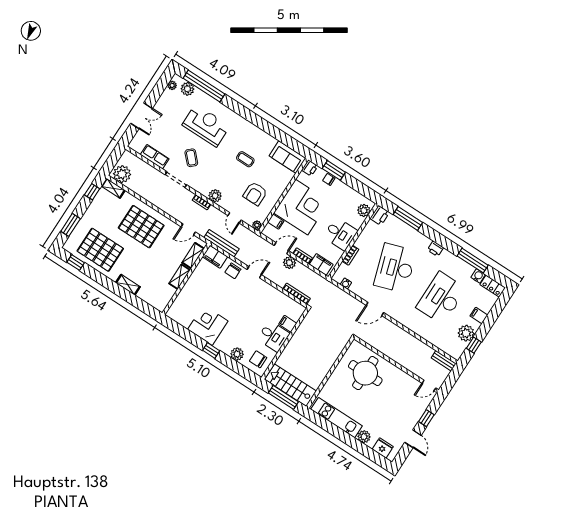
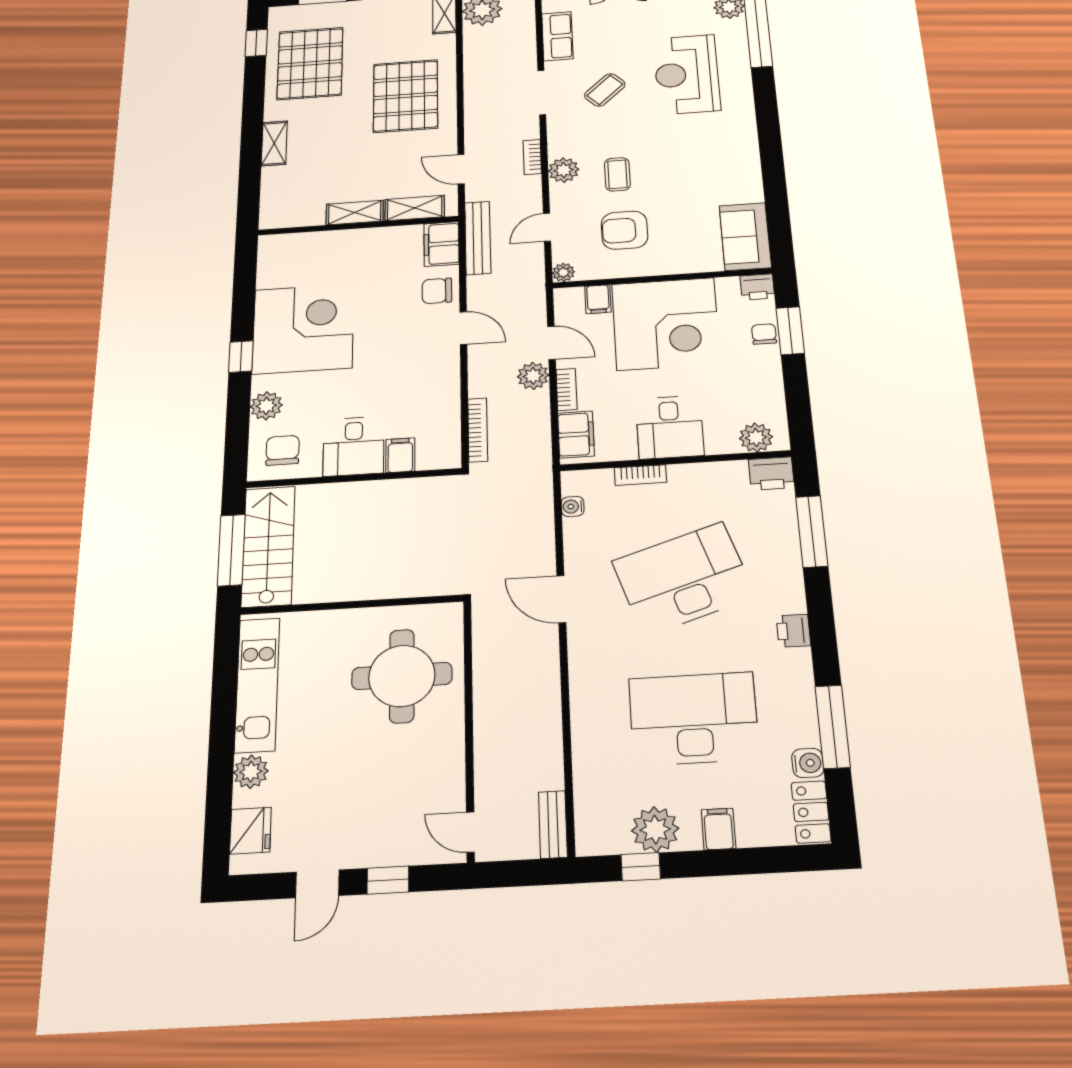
reception desk: (206, 126) -> (687, 74), turned 180
coffee table: (245, 159) -> (617, 174), moved
corner desk: (208, 325) -> (303, 329), width x1.36, depth x1.36

